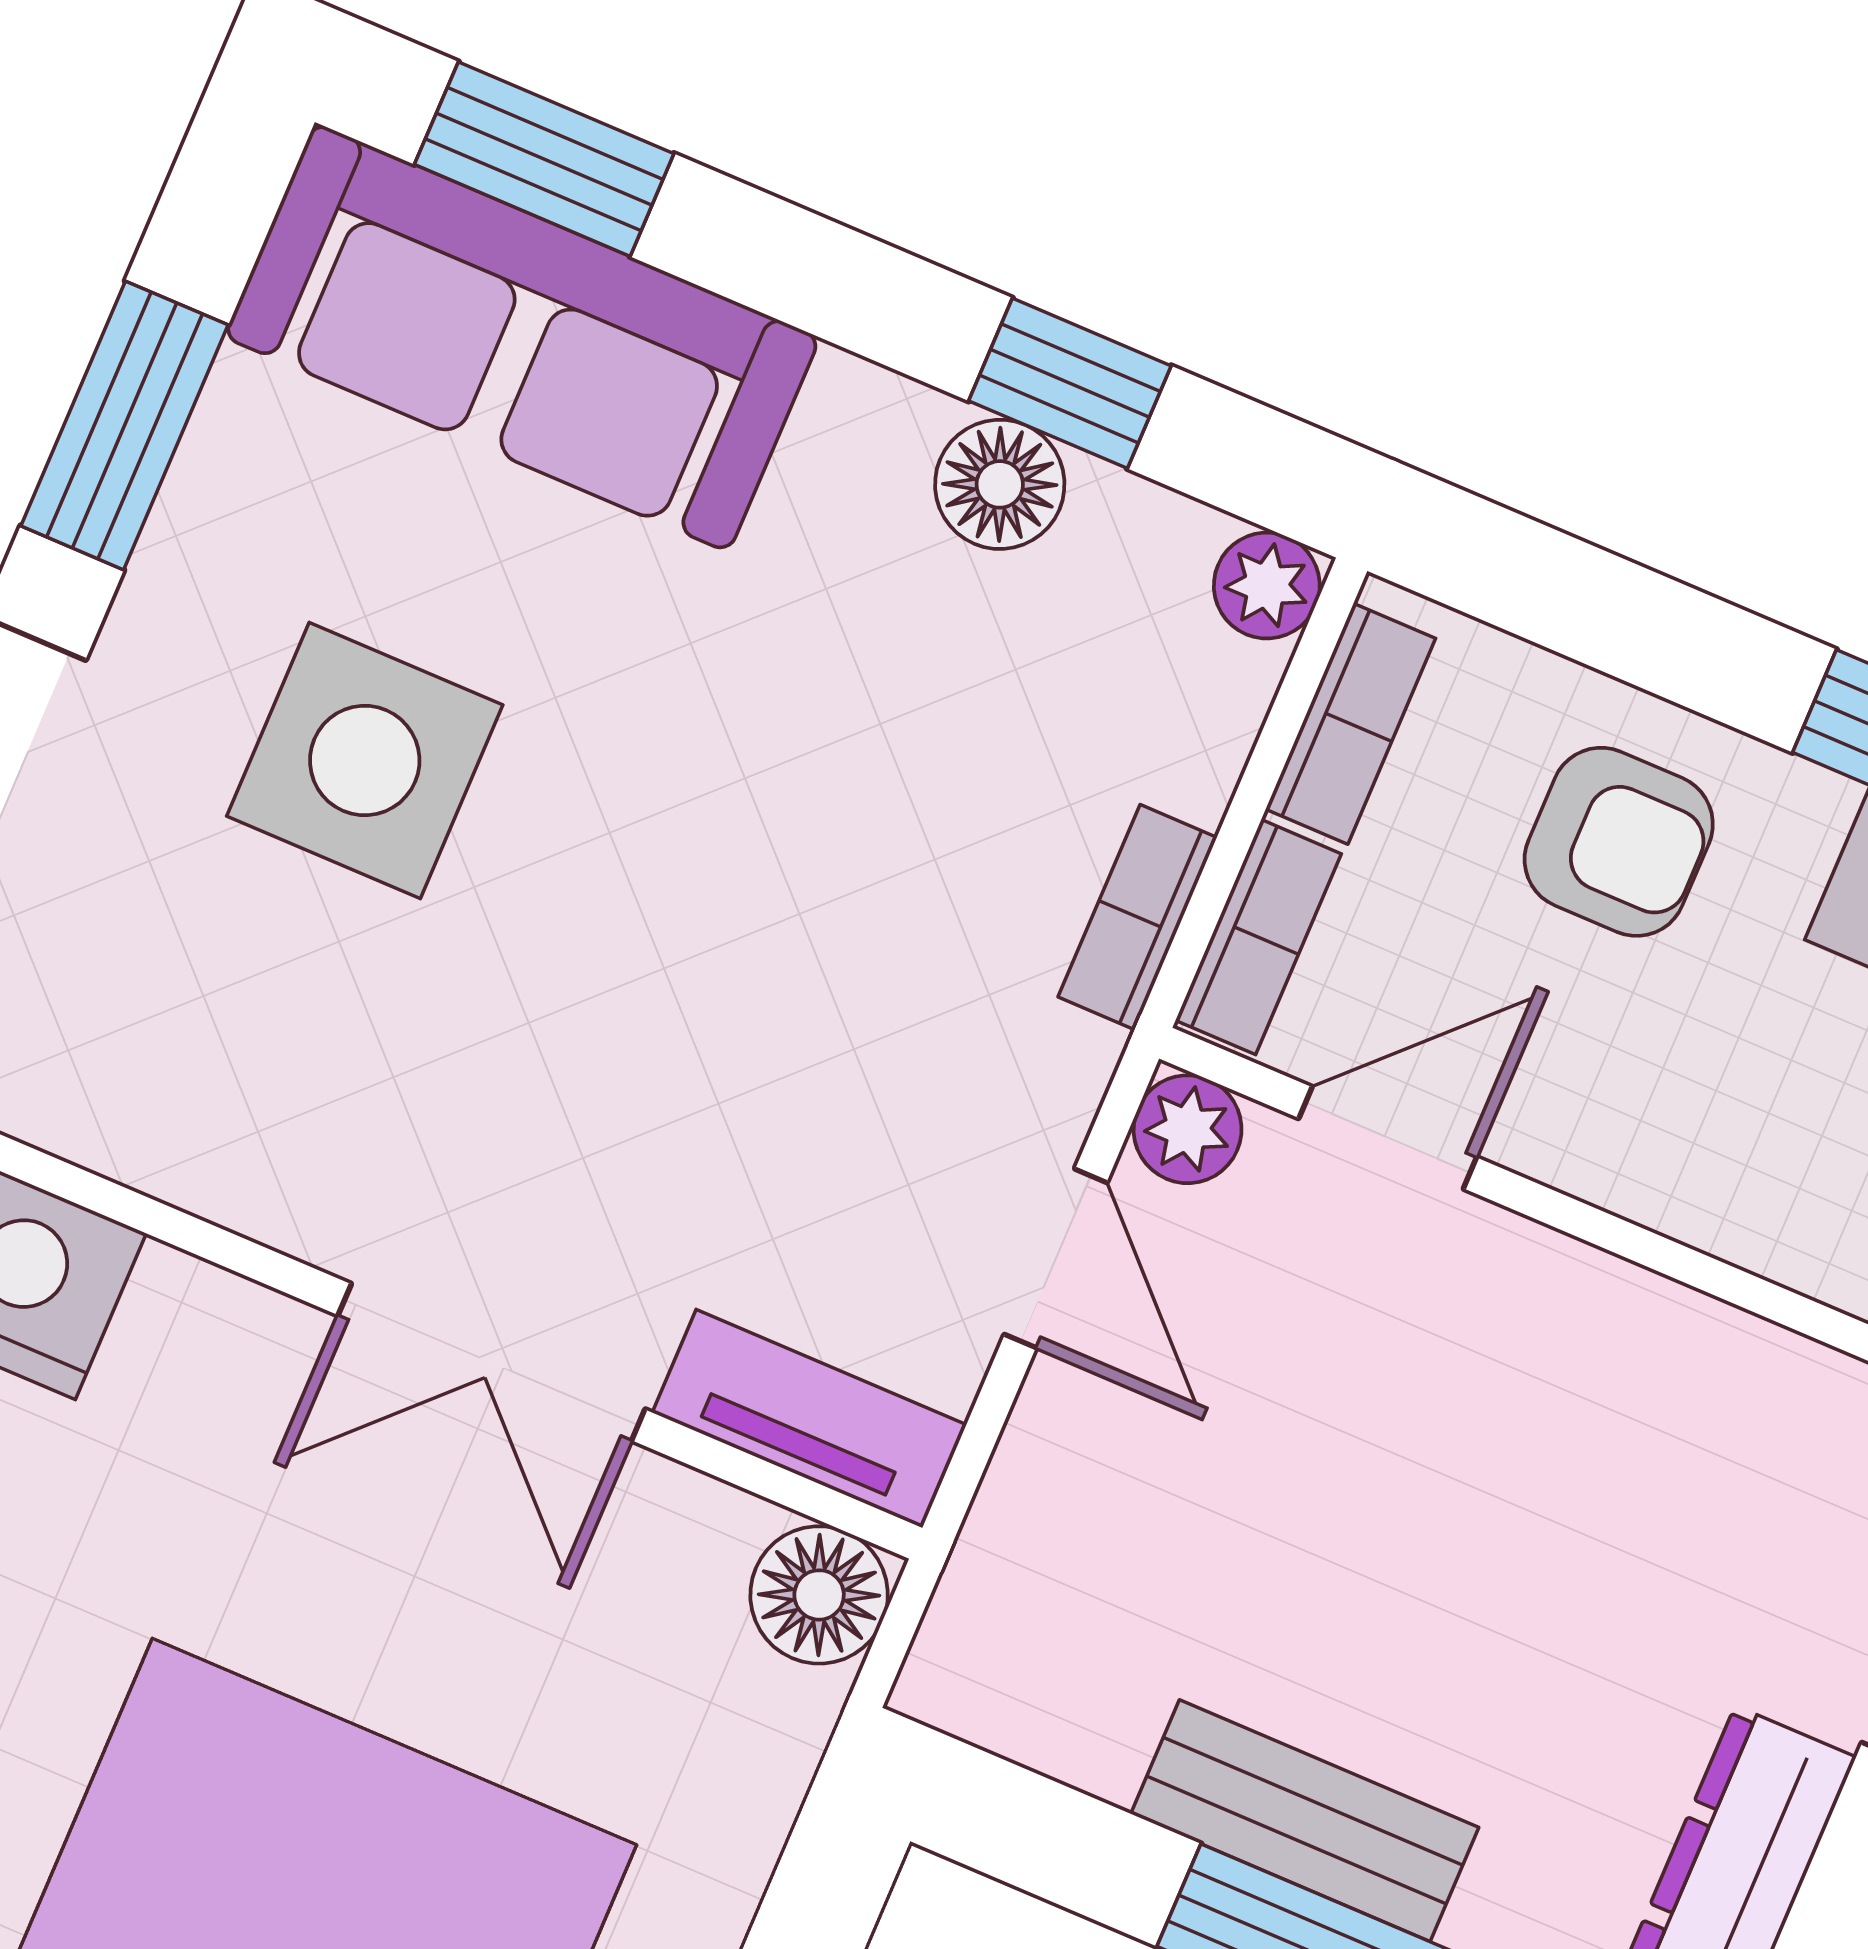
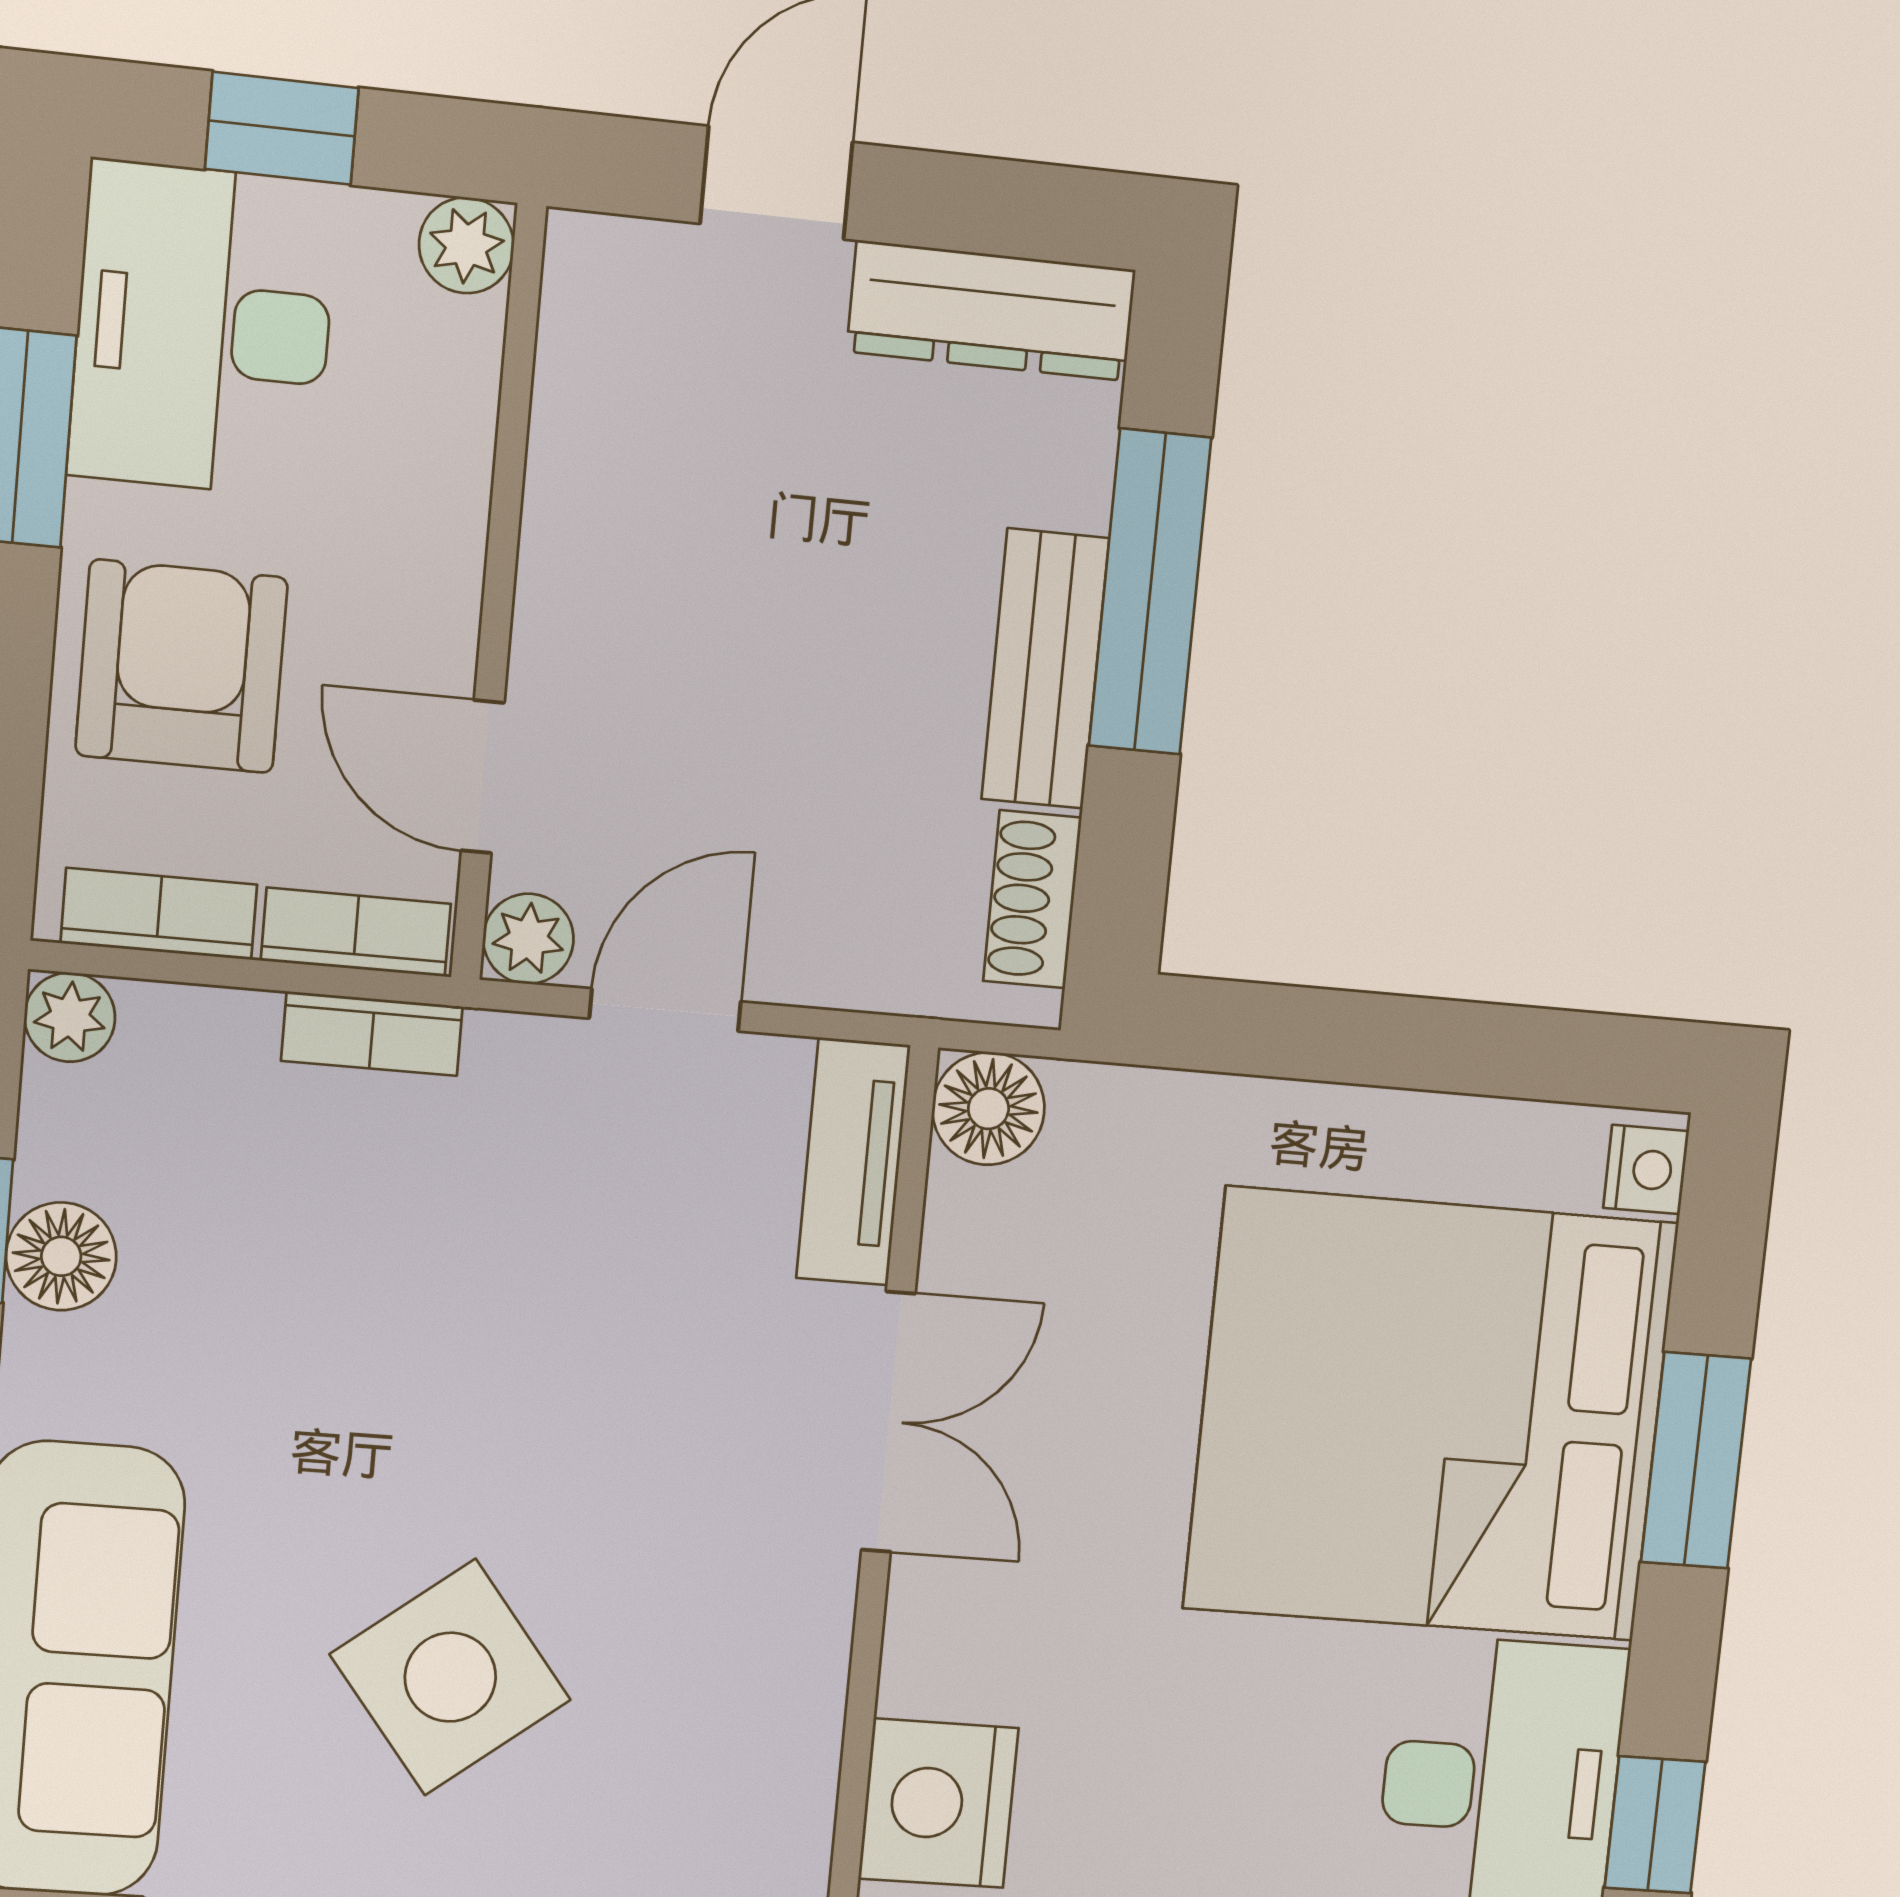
side table: (365, 760) -> (450, 1677), turned -38
armchair: (1619, 842) -> (182, 666), width x1.38, depth x1.38
shoe rack: (1045, 1723) -> (1032, 899), added

